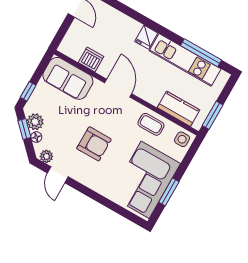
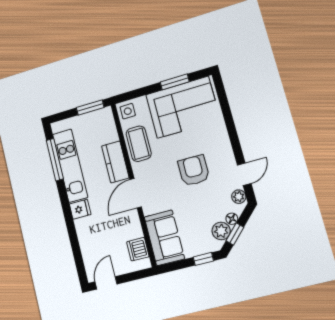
dishwasher: (91, 60) -> (138, 249), moved
kitchen counter: (178, 109) -> (115, 162), moved
coffee table: (151, 124) -> (139, 144), width x1.36, depth x1.30

